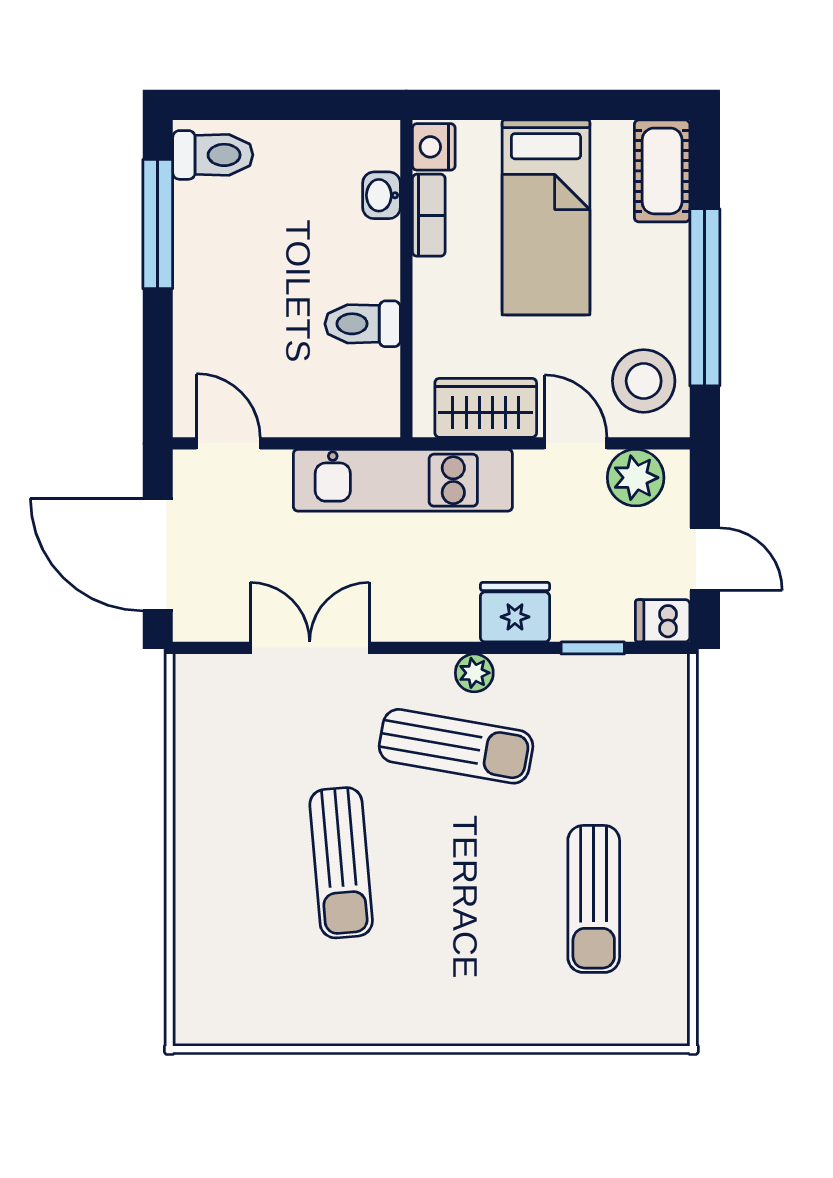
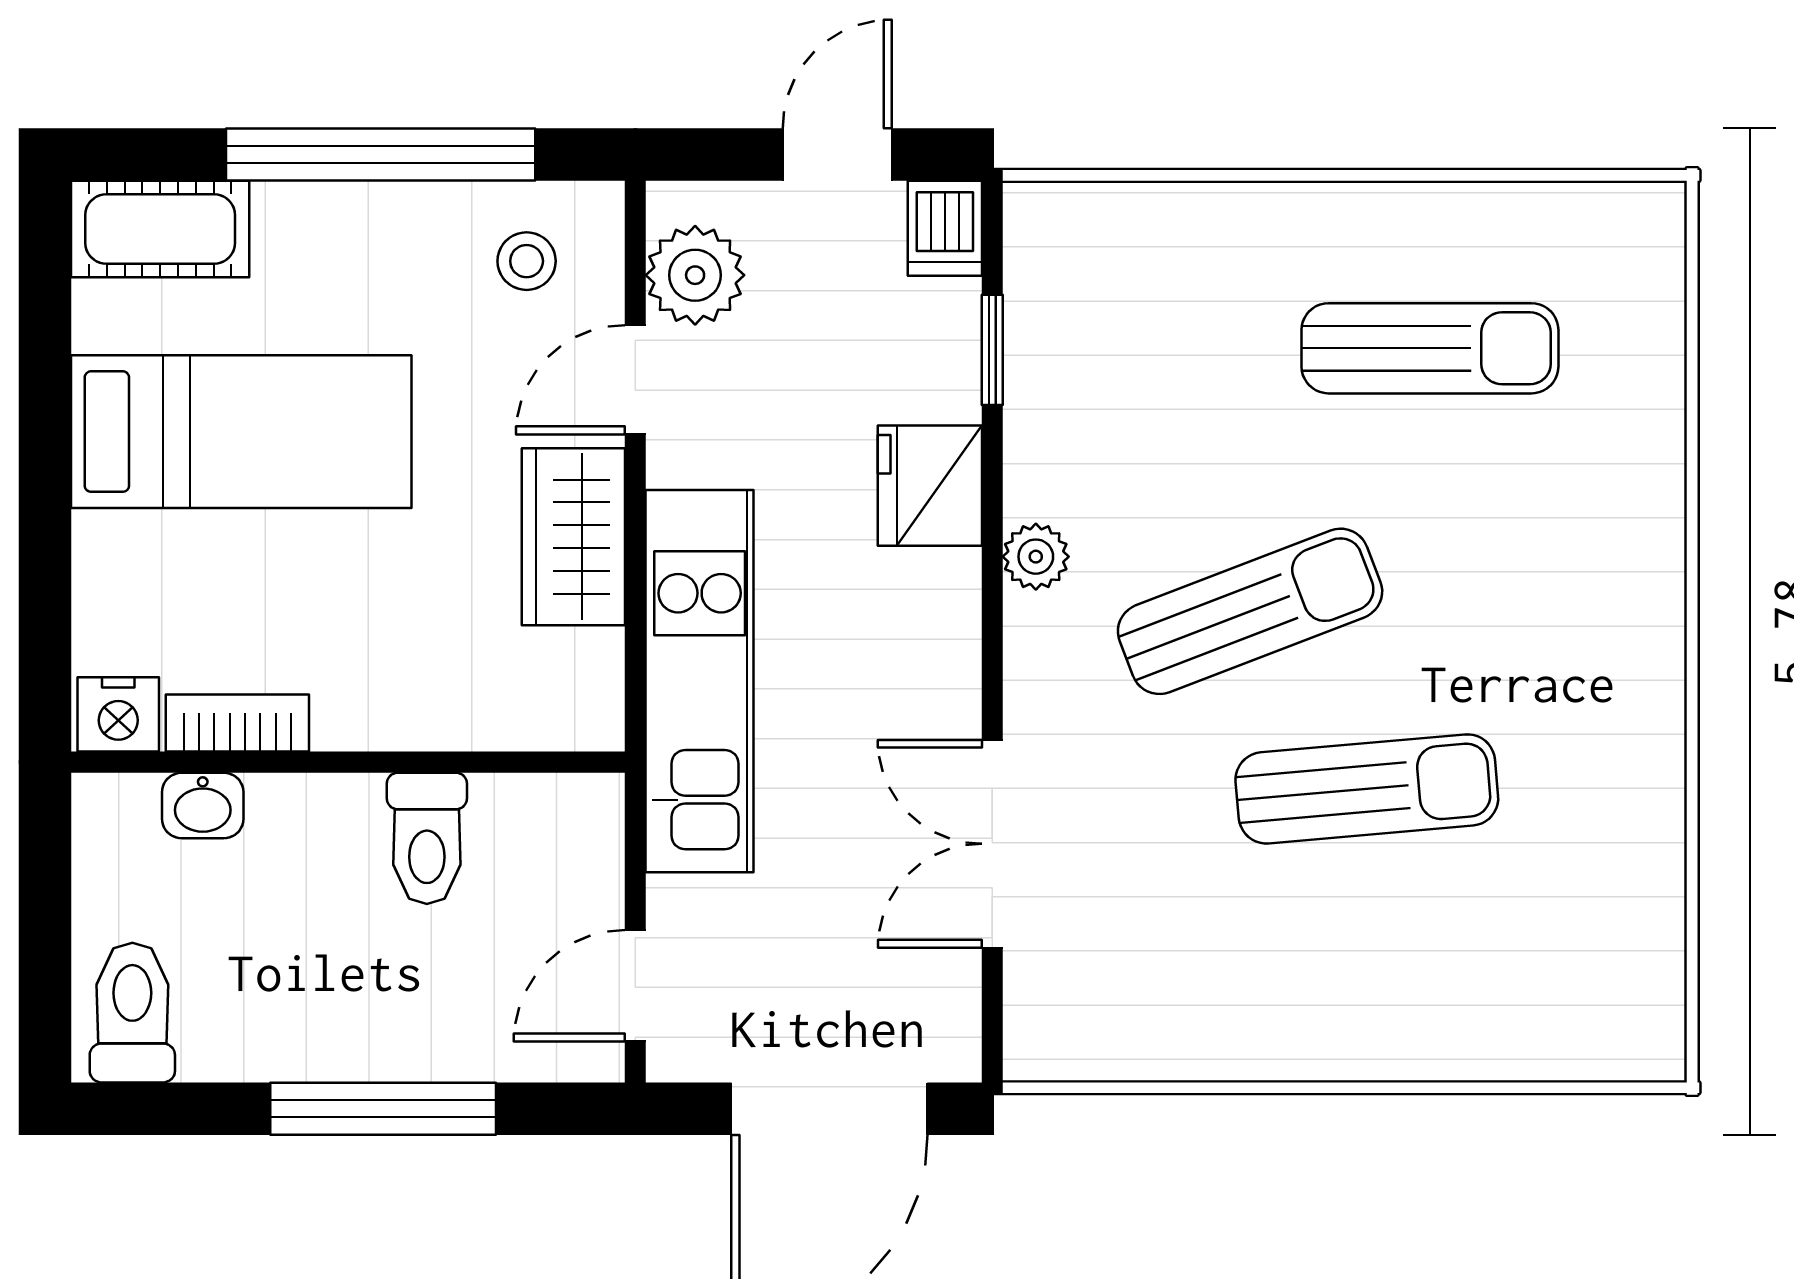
nightstand: (434, 147) -> (118, 714), moved
washbasin: (381, 195) -> (203, 805), moved
bookcase: (429, 215) -> (237, 723), moved
window: (158, 224) -> (383, 1109), moved
wall: (406, 279) -> (348, 762), moved
toilet: (363, 324) -> (427, 838), moved
stool: (644, 381) -> (527, 261), width x0.53, depth x0.53
sun lounger: (456, 746) -> (1250, 611), moved, turned 59

